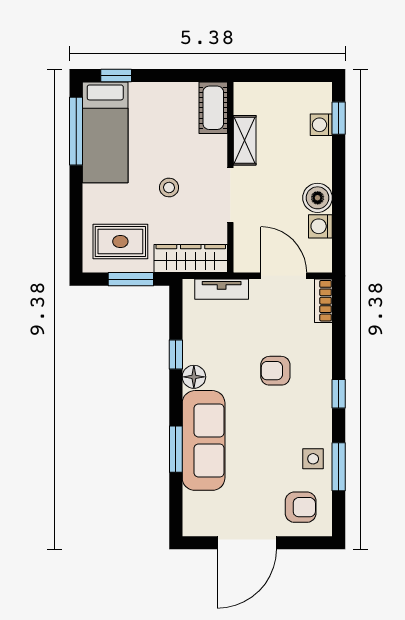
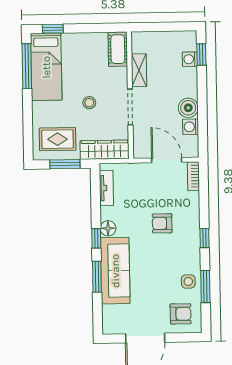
tv unit: (222, 289) -> (106, 188), moved, turned -90
window: (176, 354) -> (96, 238), moved

